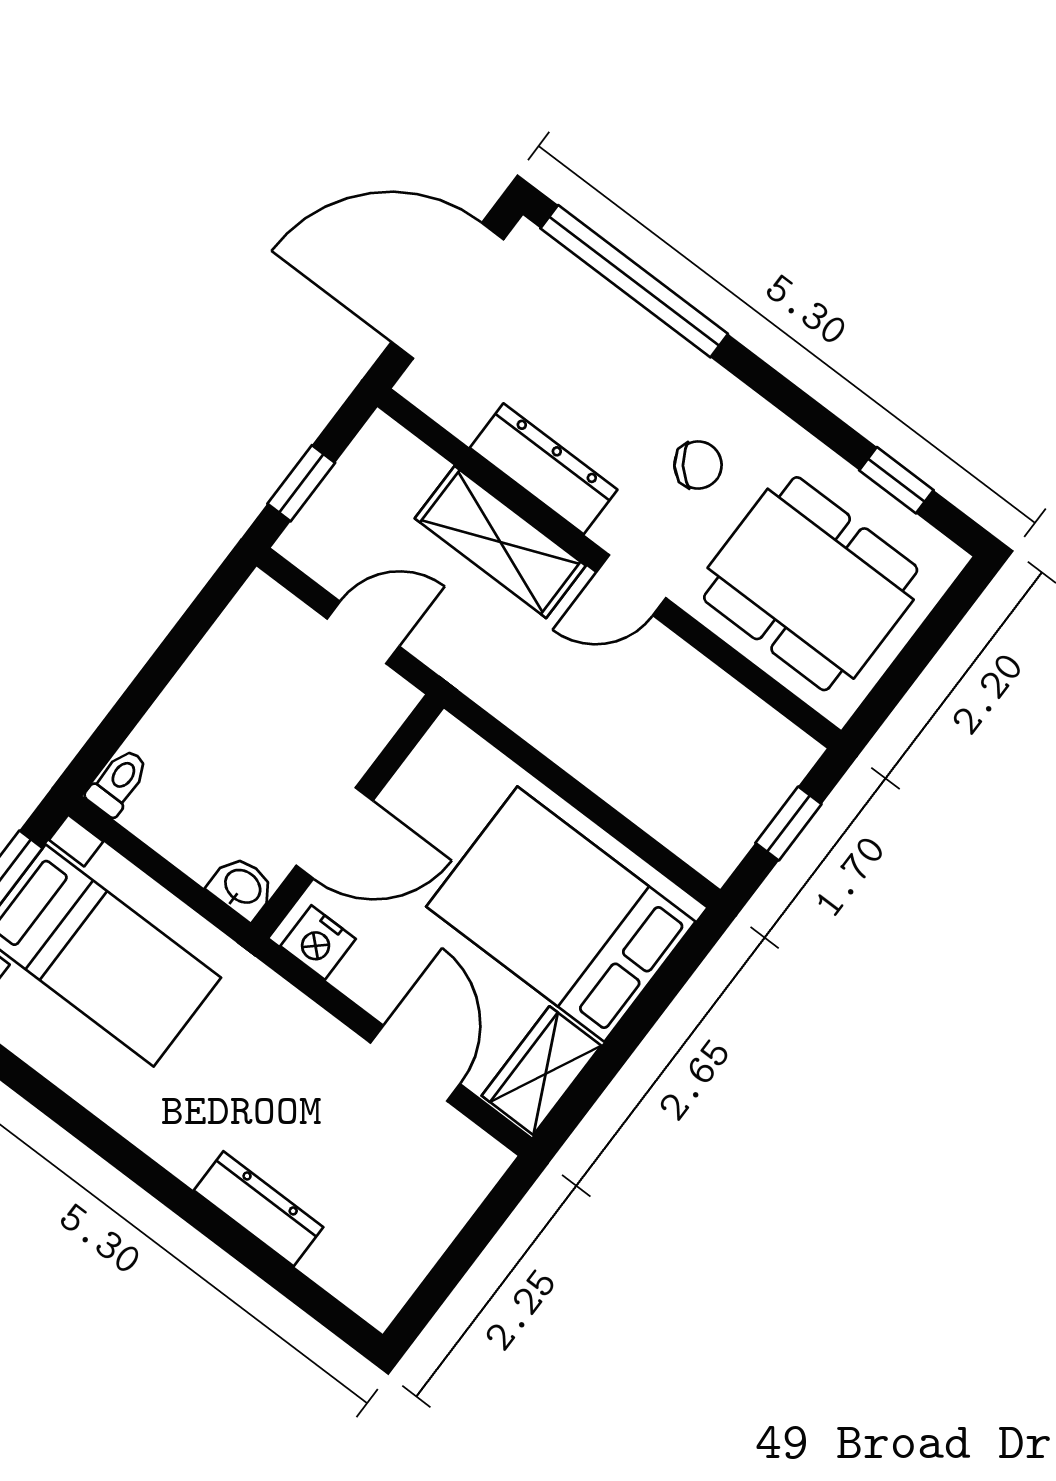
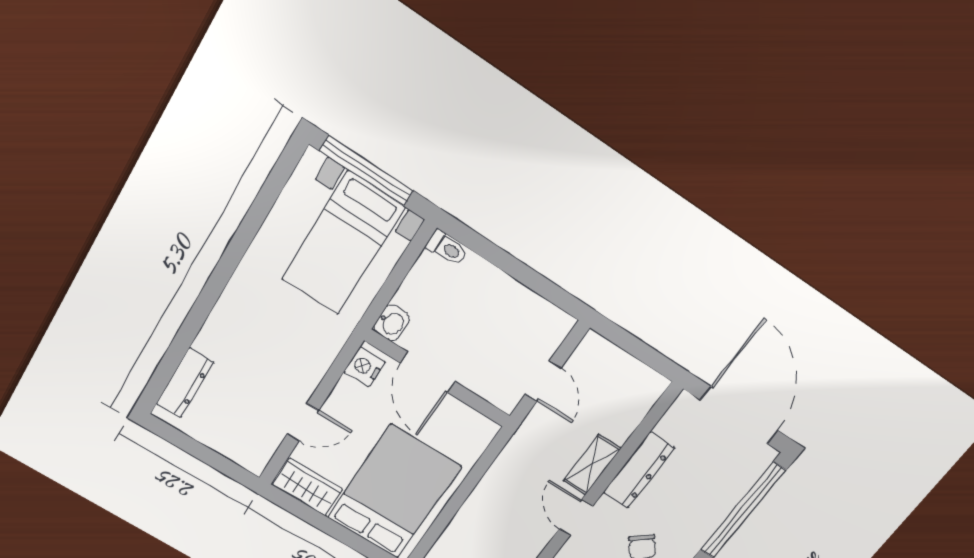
window: (301, 483) -> (628, 342), removed
shelving: (500, 542) -> (592, 465), width x0.67, depth x0.75
door: (415, 1063) -> (303, 422), width x0.73
dresser: (258, 1209) -> (185, 383), moved

